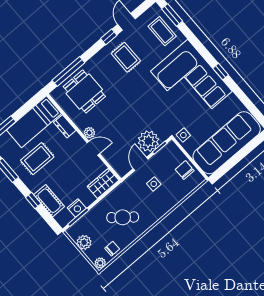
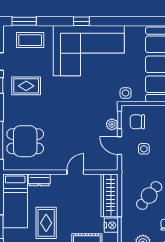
window: (221, 72) -> (81, 21), moved
plant: (89, 133) -> (61, 165), removed
plant: (148, 141) -> (112, 124), width x0.53, depth x0.53
chair: (185, 170) -> (137, 122), moved
wardrobe: (103, 183) -> (109, 195), width x1.50

